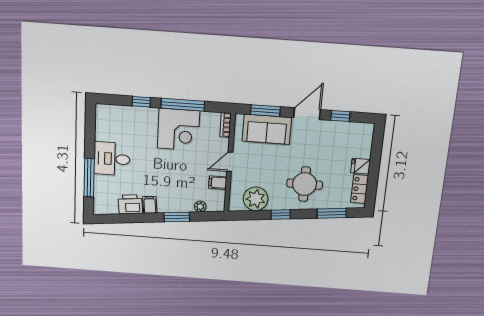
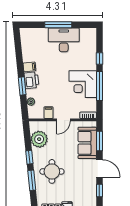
desk: (112, 159) -> (64, 40), width x1.37
door: (230, 162) -> (63, 120), swing flipped
window: (89, 178) -> (58, 25), moved
printer: (130, 204) -> (31, 80), moved
window: (332, 213) -> (32, 180), moved

